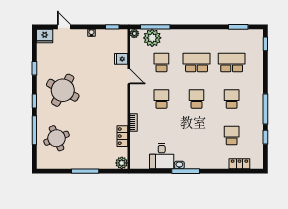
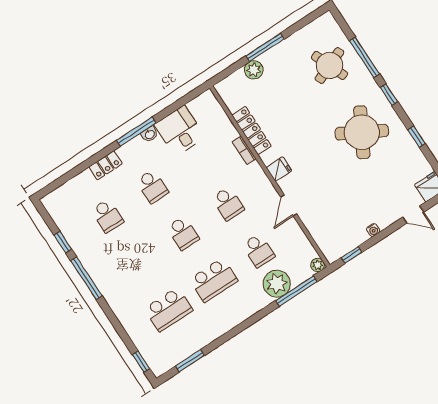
plant: (152, 38) -> (277, 284), moved
fridge: (121, 59) -> (279, 169), moved
door: (129, 76) -> (289, 205), hinge flipped
school desk: (232, 99) -> (152, 186), moved
locker: (122, 136) -> (252, 131), width x1.53
plant: (122, 163) -> (254, 70), moved
locker: (239, 164) -> (106, 165), moved

